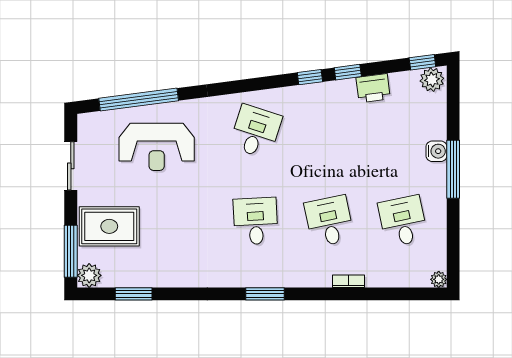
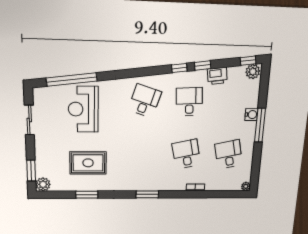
reception desk: (157, 147) -> (83, 109), turned 90
desk: (256, 221) -> (189, 102), moved
rug: (109, 226) -> (88, 163), moved
window: (71, 251) -> (31, 171), width x0.69
window: (134, 294) -> (87, 195), moved

